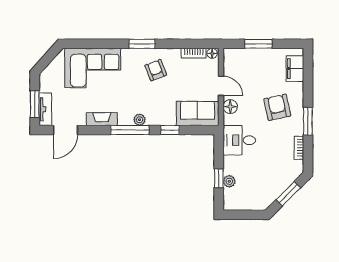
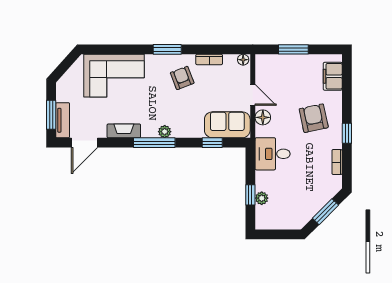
bookcase: (194, 53) -> (209, 59), moved
window: (308, 121) -> (347, 133), width x0.67
window: (170, 130) -> (212, 143), moved

